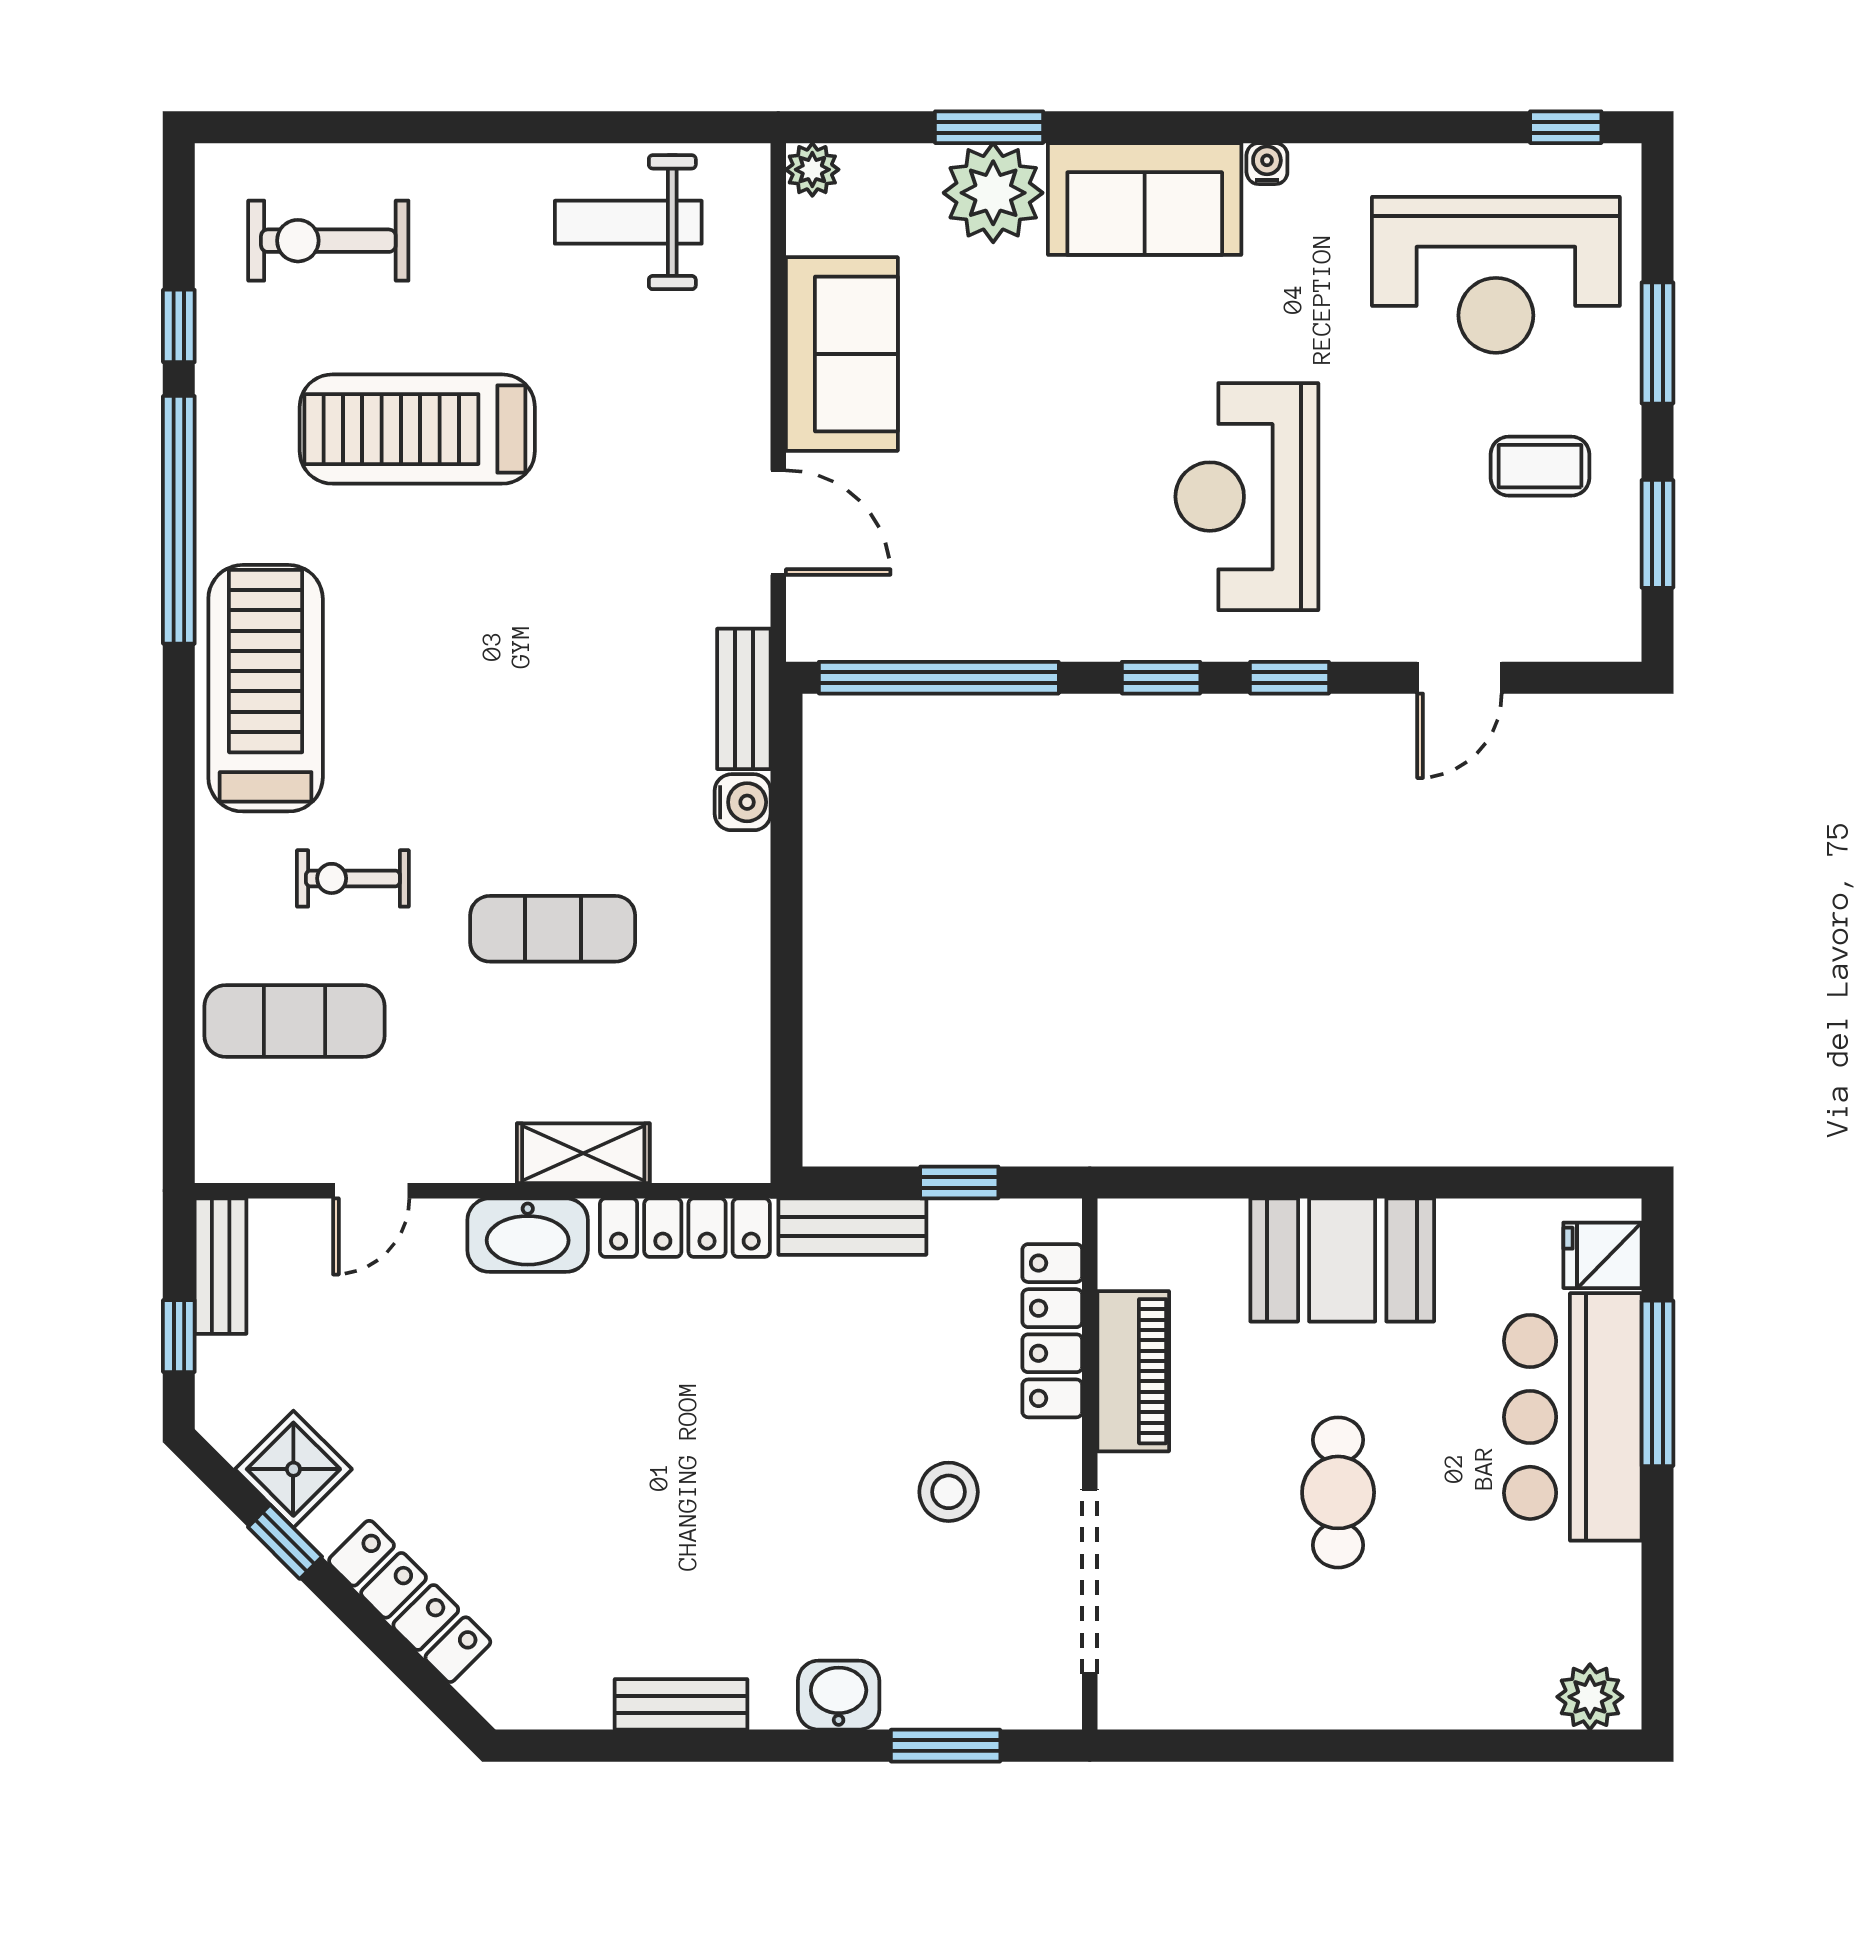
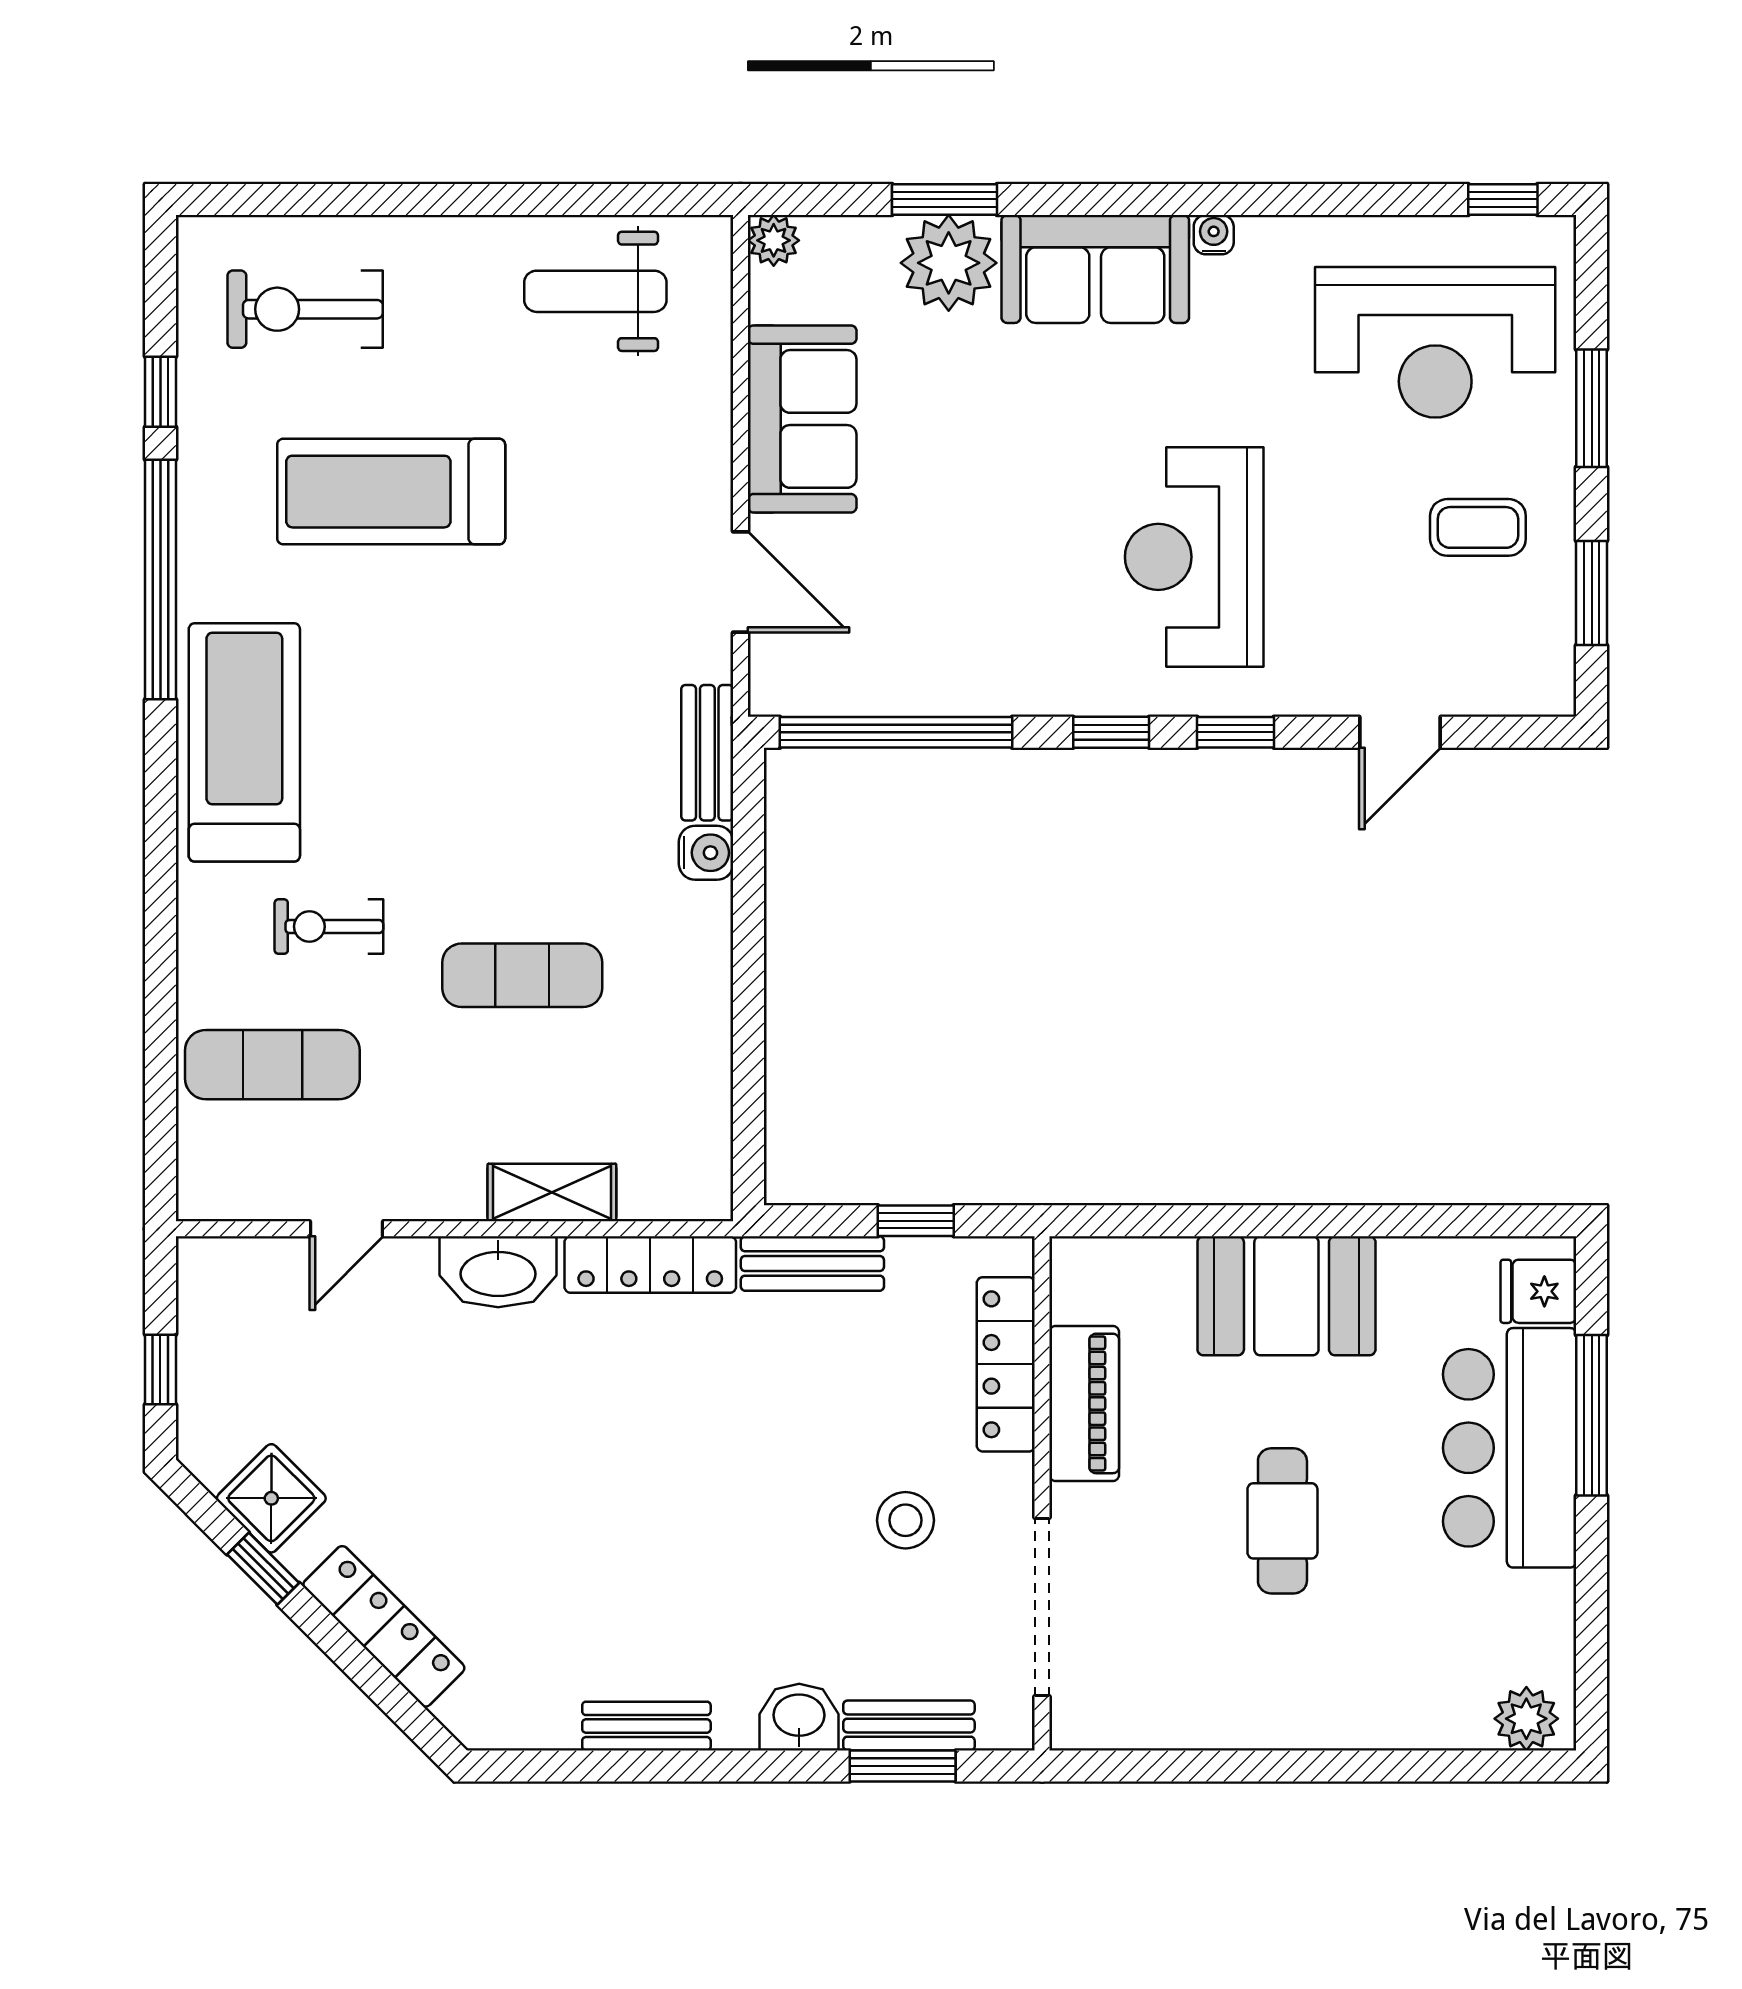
bench: (221, 1266) -> (909, 1726), moved, turned 90

